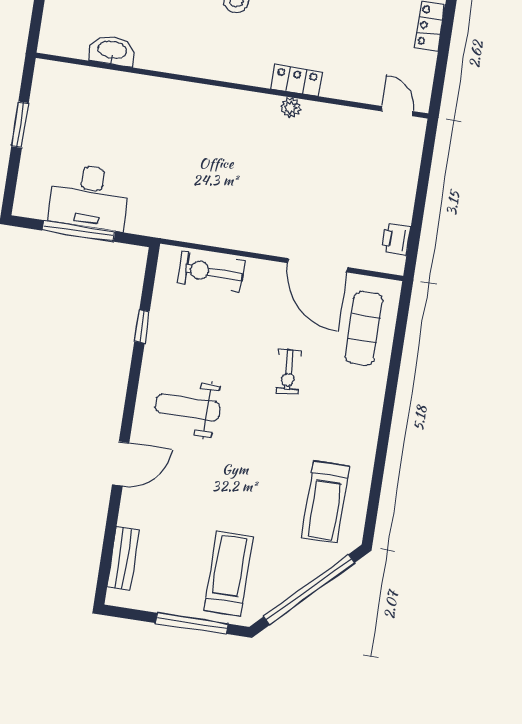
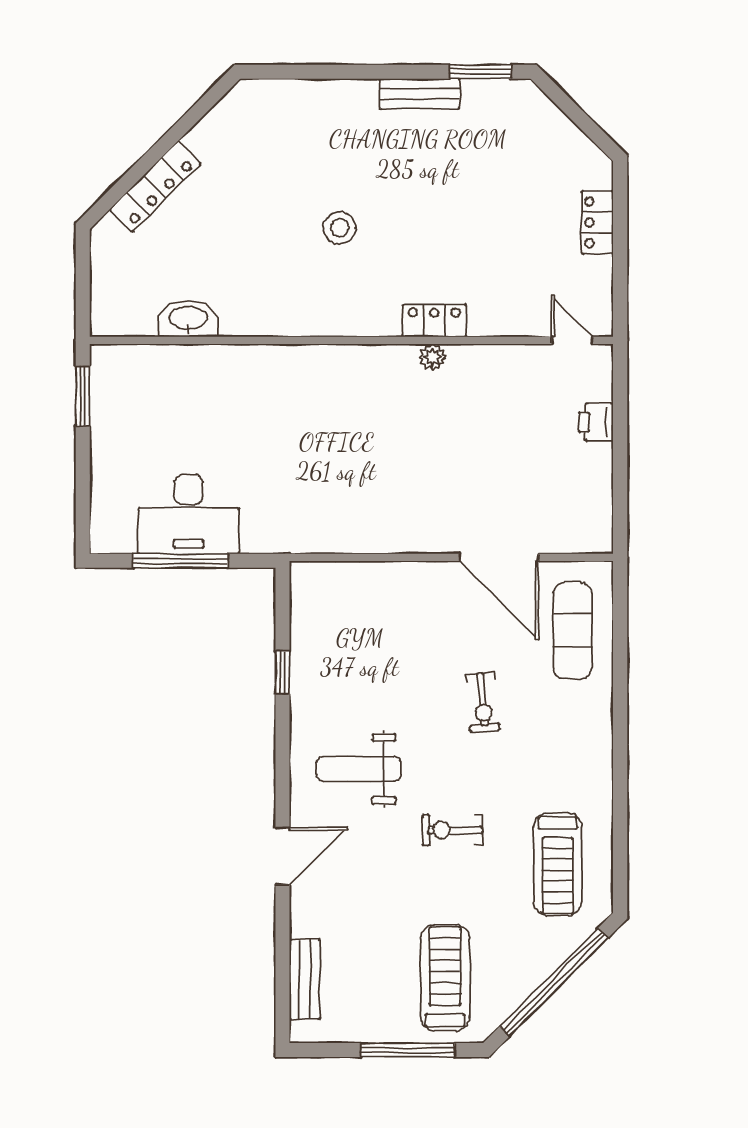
window: (20, 125) -> (83, 396), moved
printer: (396, 240) -> (596, 422), moved
exercise bike: (211, 272) -> (452, 830), moved, width x0.73, depth x0.72

